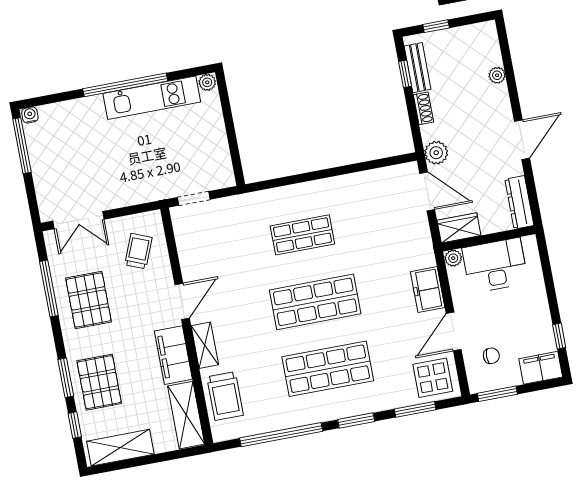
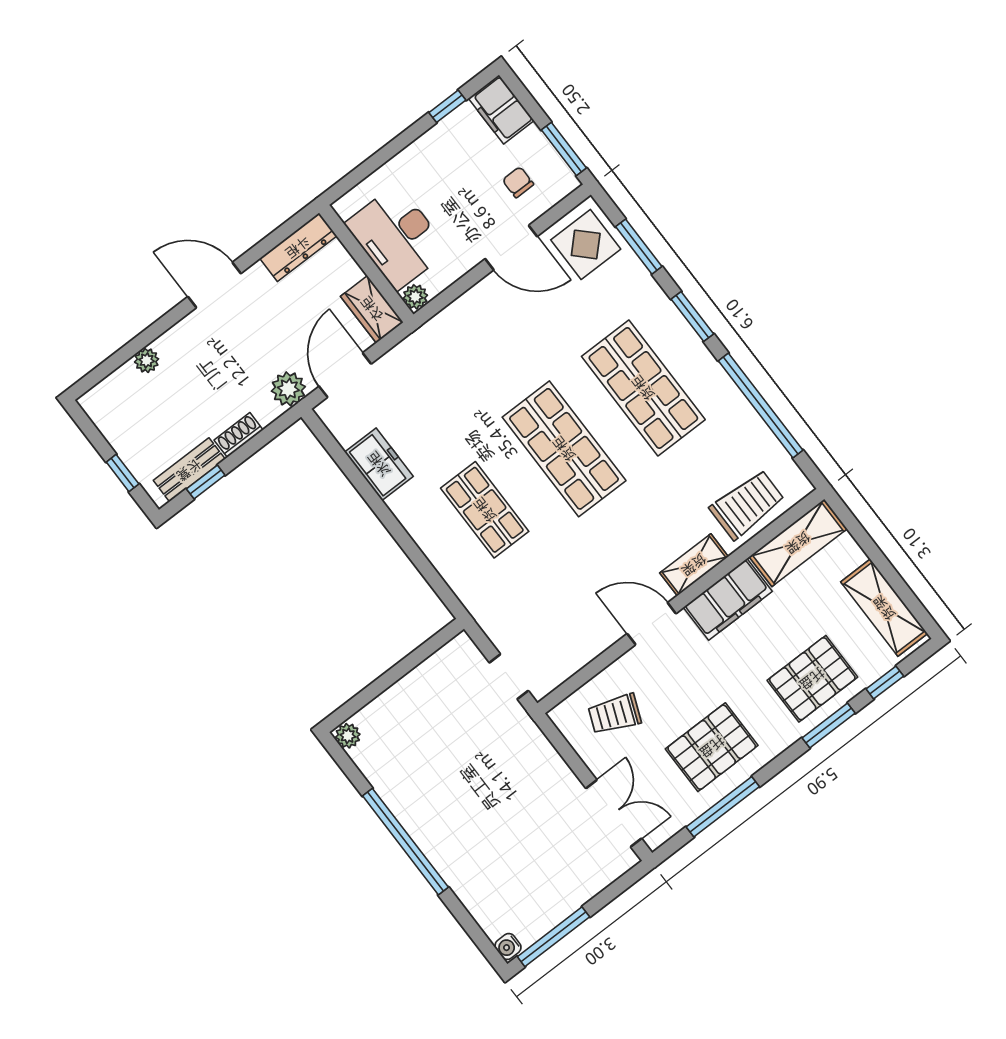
kitchen unit: (152, 98) -> (405, 798), removed
freezer: (428, 290) -> (379, 464), moved, turned -90

